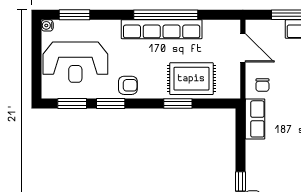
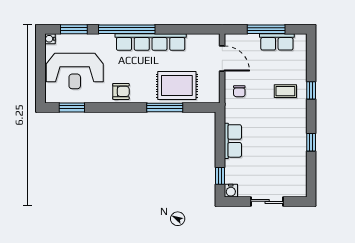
window: (166, 15) -> (127, 29), moved
window: (111, 104) -> (106, 107), removed
window: (178, 104) -> (165, 107), width x1.44
row of seats: (255, 119) -> (233, 141), moved

